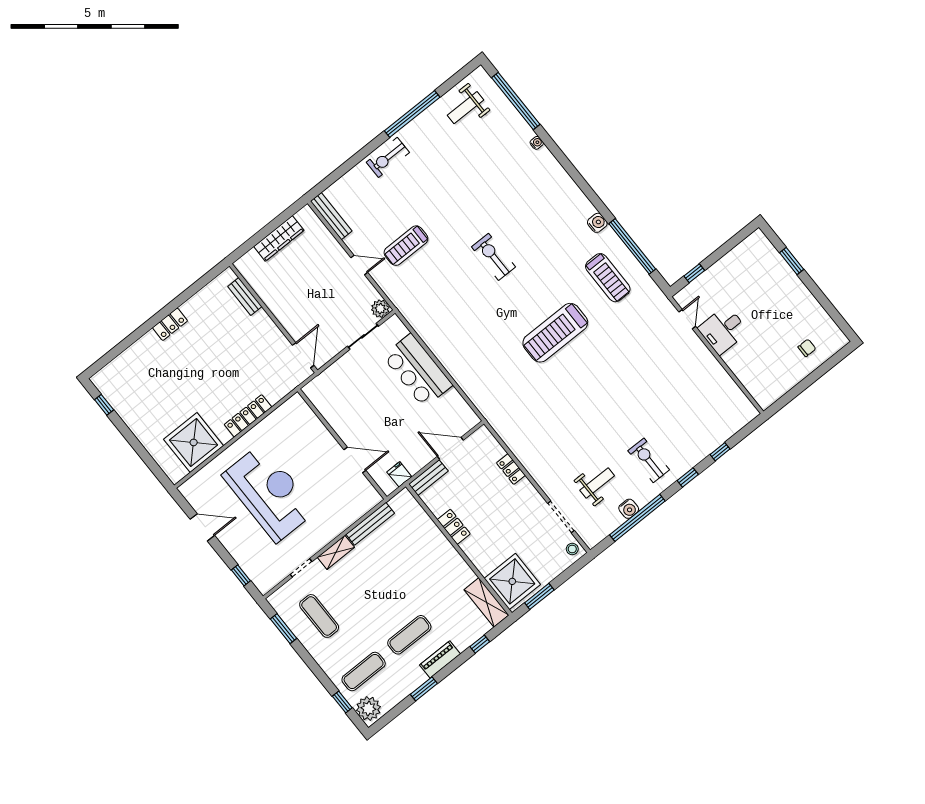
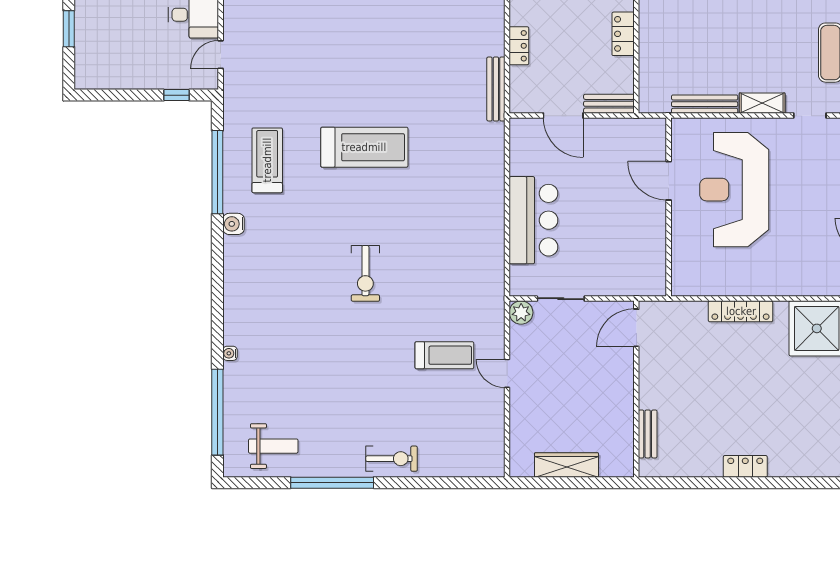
bench: (331, 216) -> (496, 89), moved
fridge: (399, 474) -> (635, 130), removed
reception desk: (269, 493) -> (734, 190), moved

